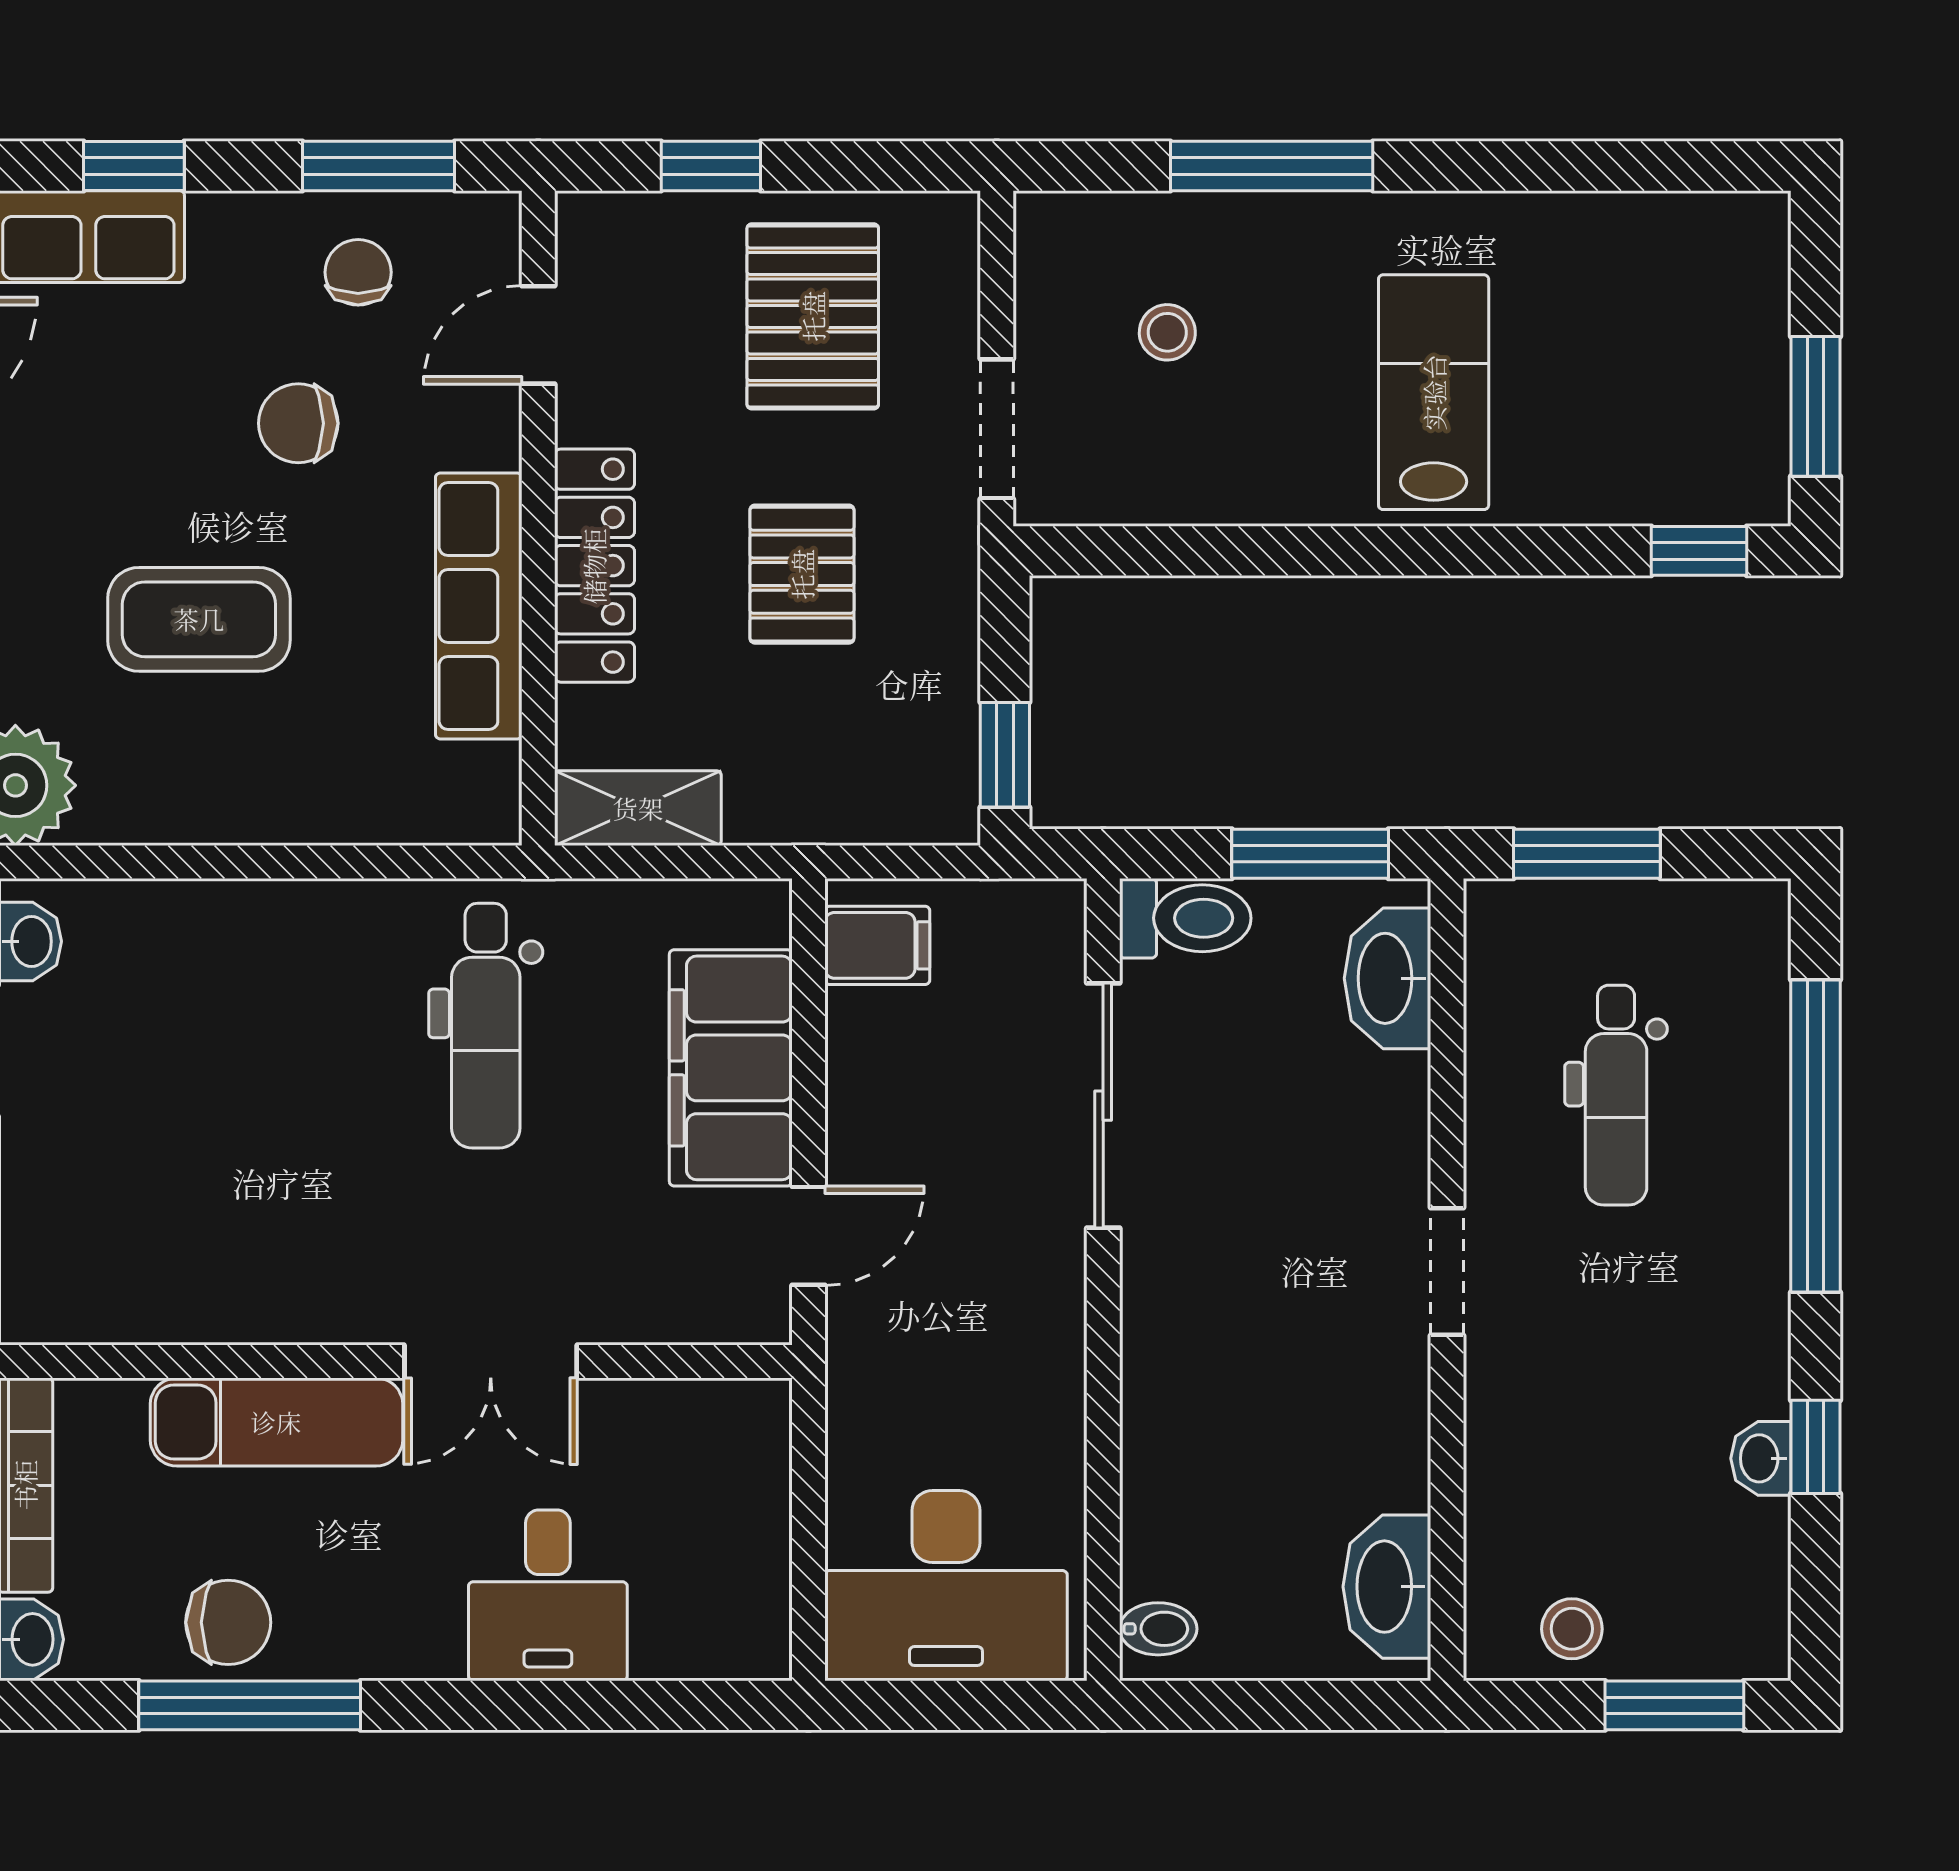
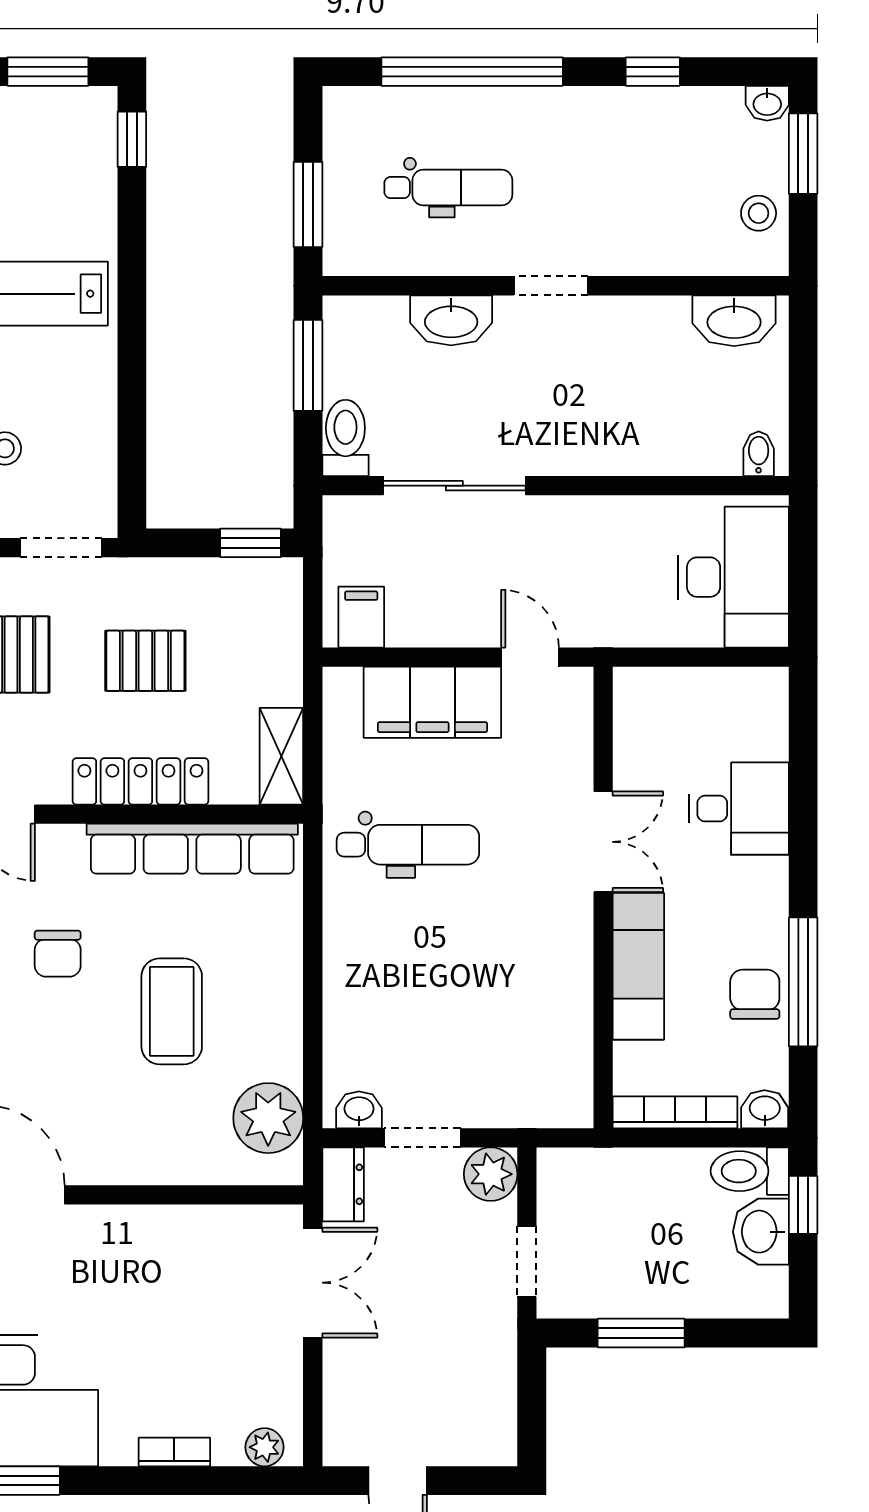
row of seats: (479, 606) -> (192, 849), width x1.36
washbasin: (1388, 978) -> (451, 320), moved
washbasin: (1761, 1458) -> (767, 103), moved

